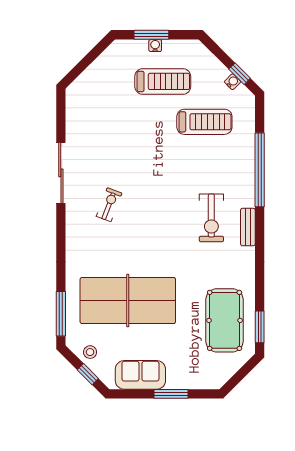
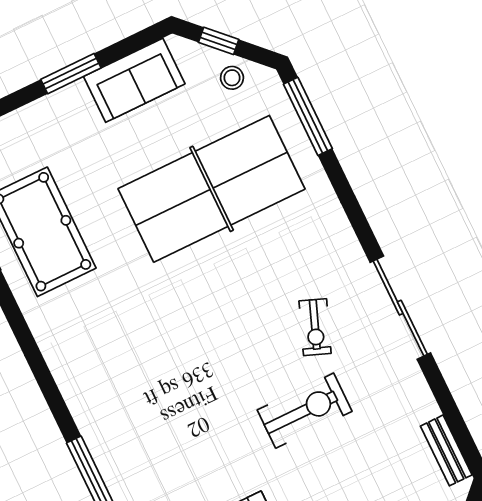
sliding door: (61, 173) -> (400, 308), moved
exercise bike: (211, 218) -> (305, 411), moved, turned 90
bench: (248, 227) -> (446, 450), moved

